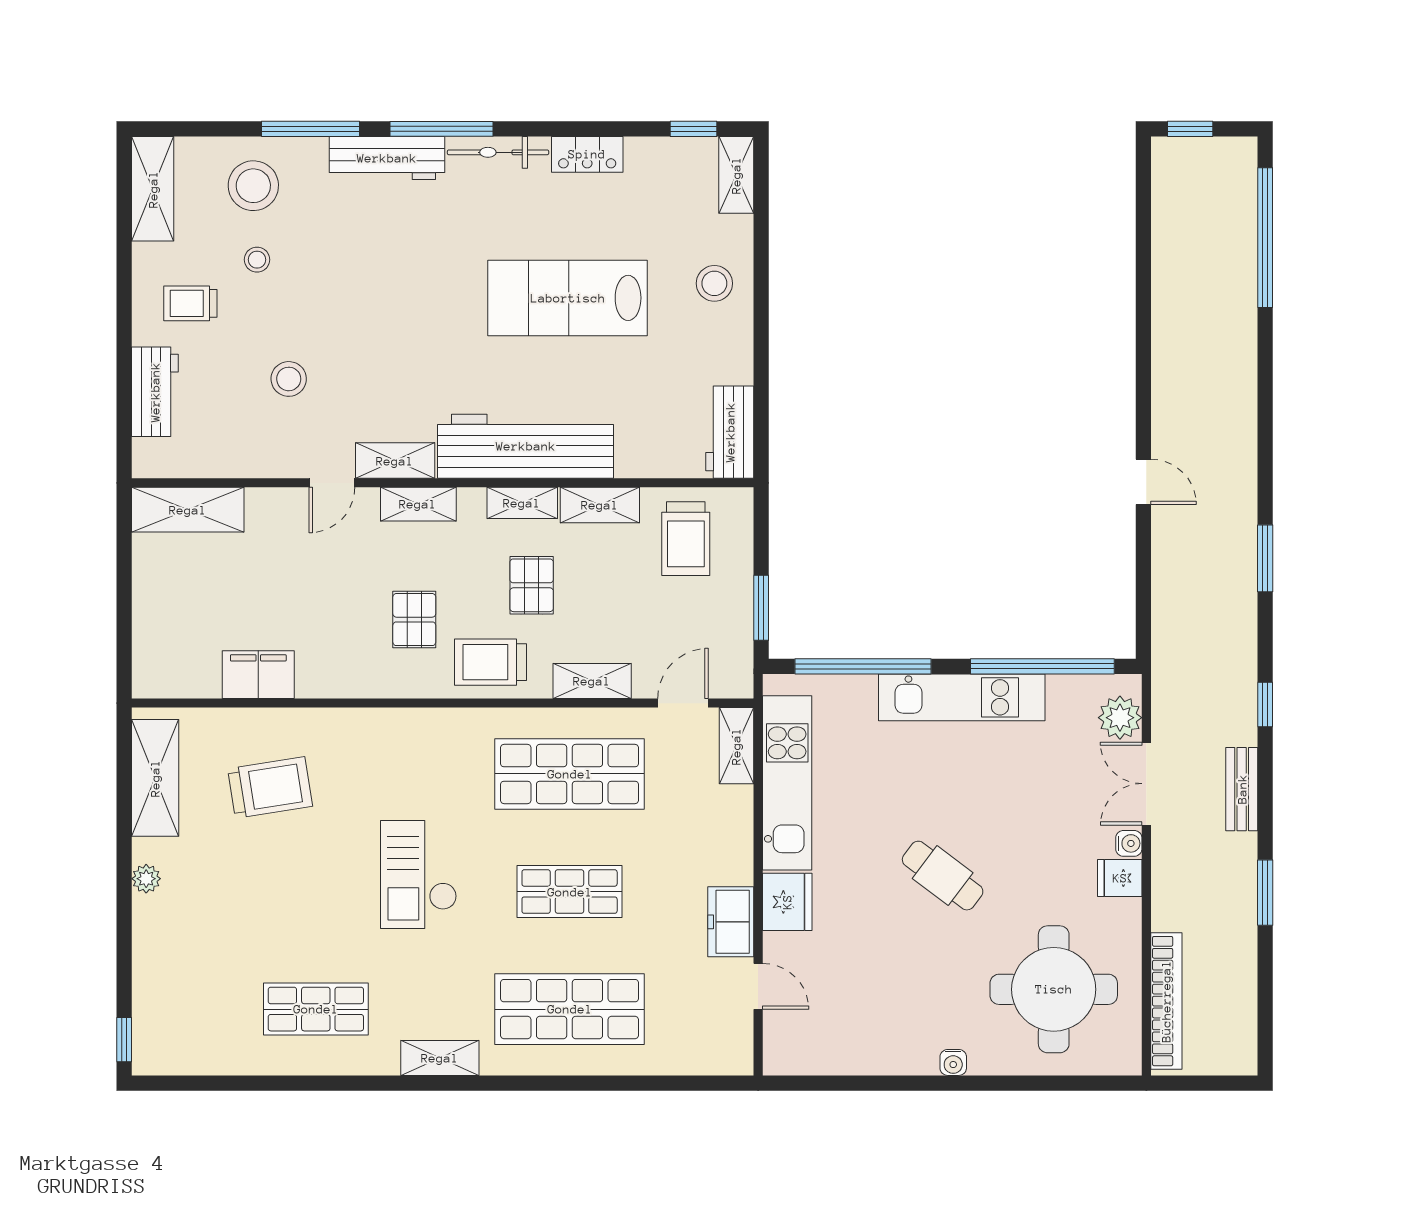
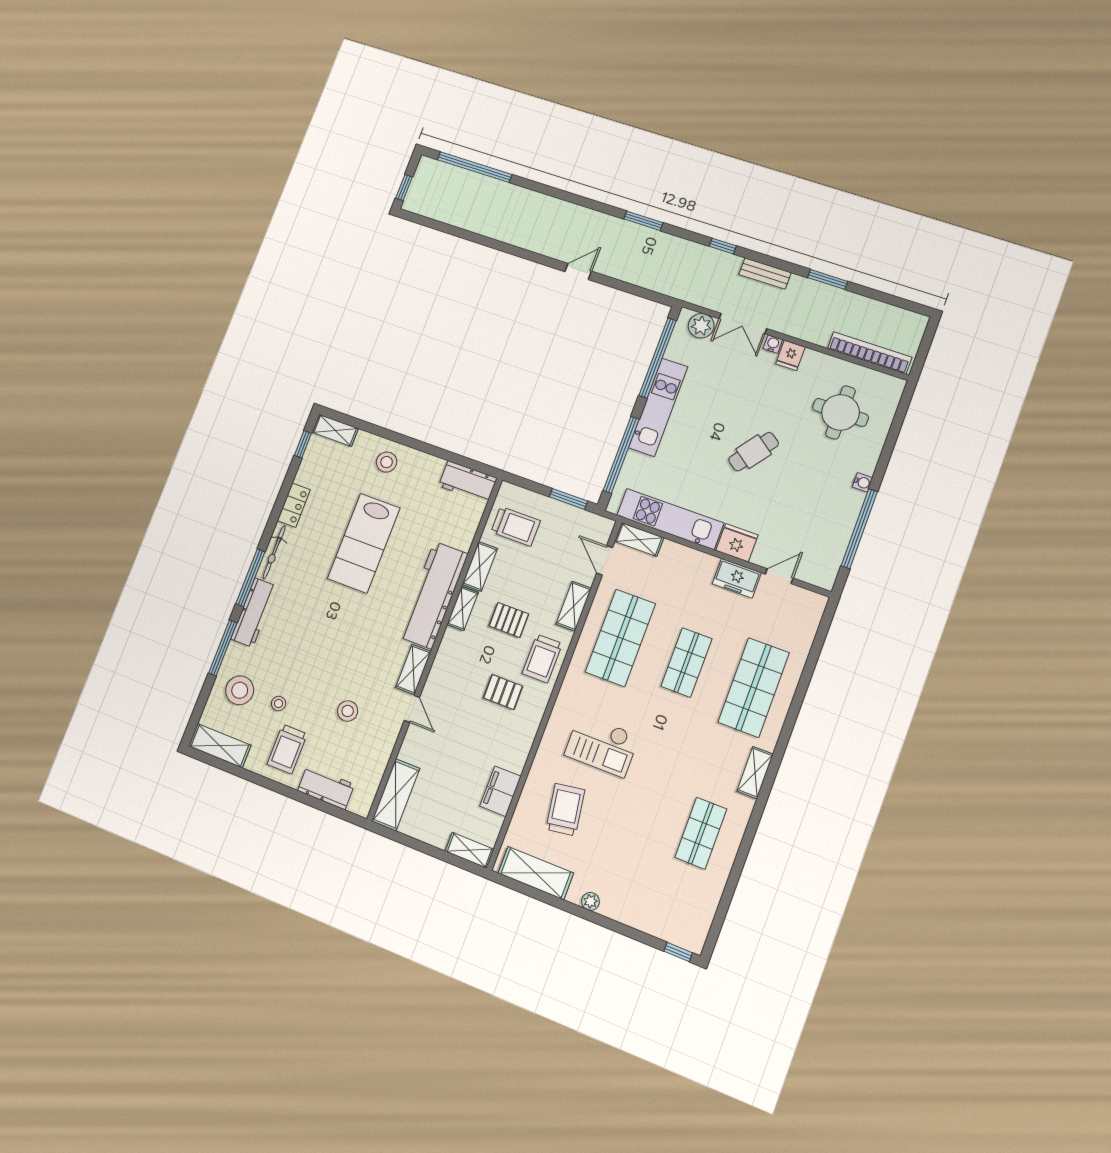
trolley: (190, 303) -> (287, 749), width x1.36, depth x1.39
shelving: (418, 504) -> (469, 850), moved, turned 90
checkout: (419, 875) -> (602, 745), moved
round table: (1054, 989) -> (840, 412), width x0.73, depth x0.73
window: (878, 1083) -> (859, 529), added

